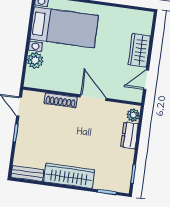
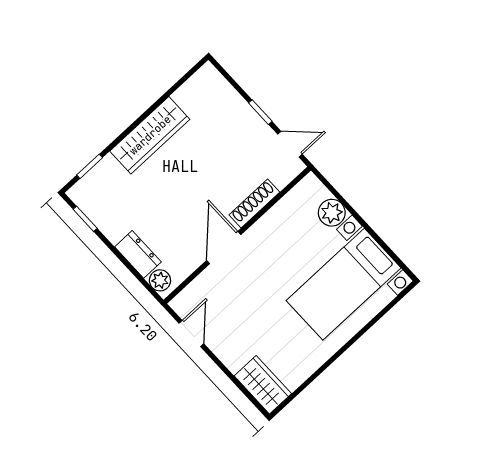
wardrobe: (139, 50) -> (263, 385), moved
door: (93, 98) -> (224, 248), swing flipped
bench: (27, 174) -> (196, 85), removed

